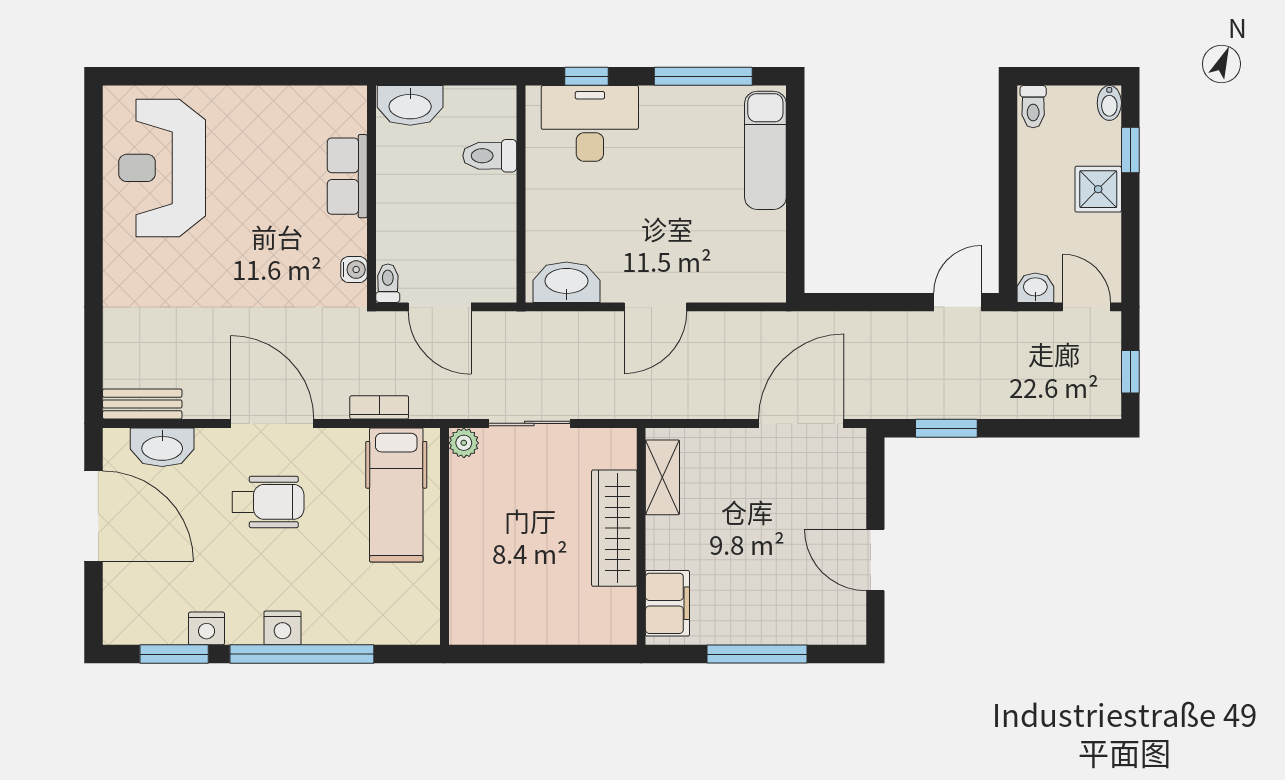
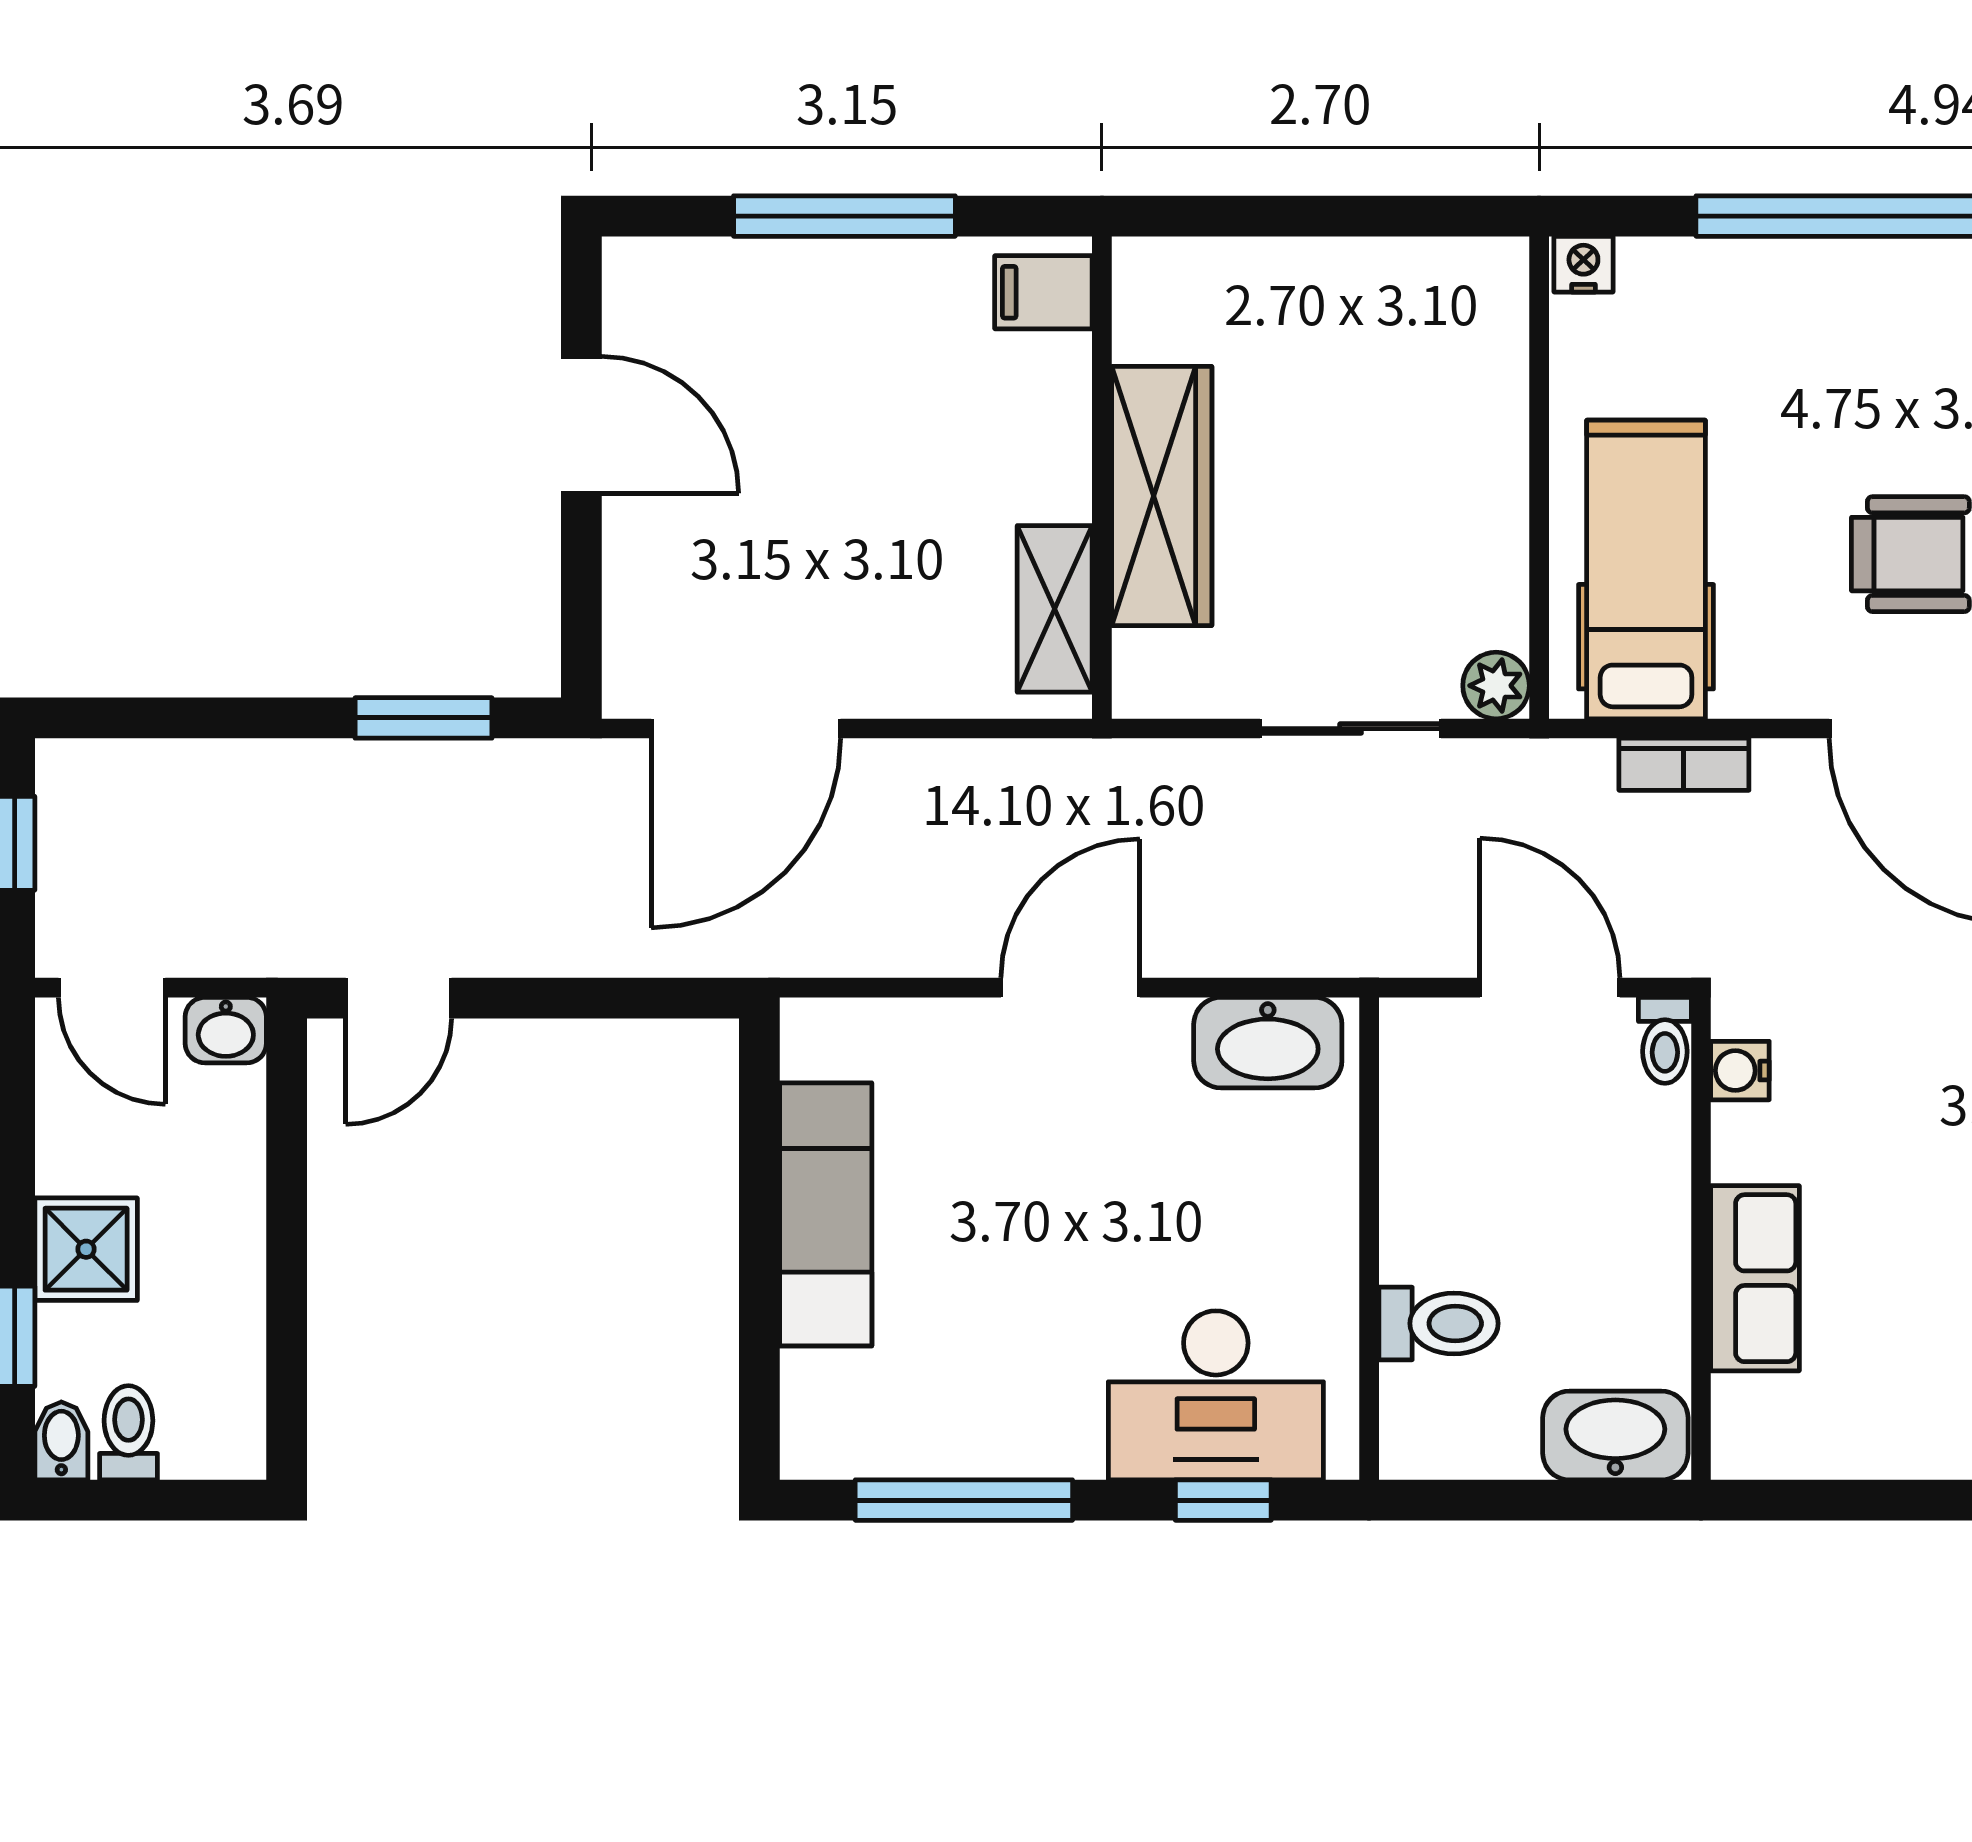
toilet: (1033, 107) -> (128, 1433), moved
exam couch: (765, 150) -> (826, 1214), moved
filing cabinet: (667, 603) -> (1043, 292), width x0.50
nightstand: (283, 628) -> (1583, 264), moved, width x0.72, depth x0.74

